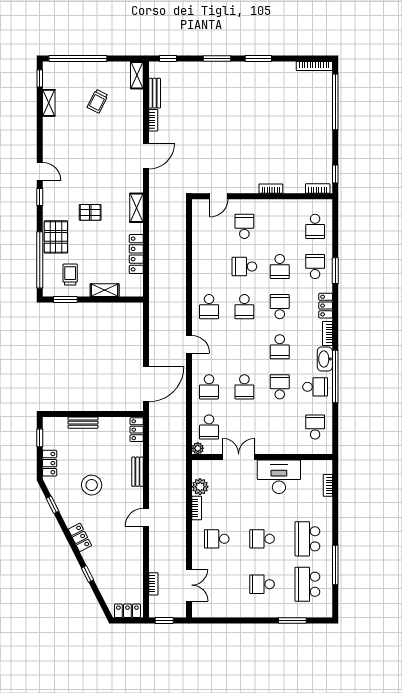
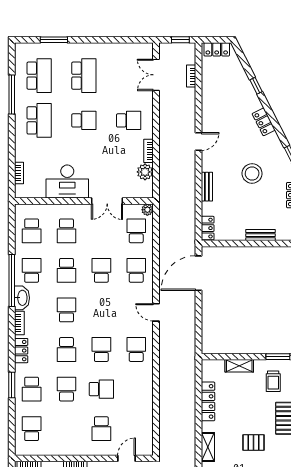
school desk: (315, 387) -> (32, 270), turned 90
school desk: (280, 427) -> (66, 231), added
school desk: (262, 584) -> (84, 76), width x1.85

